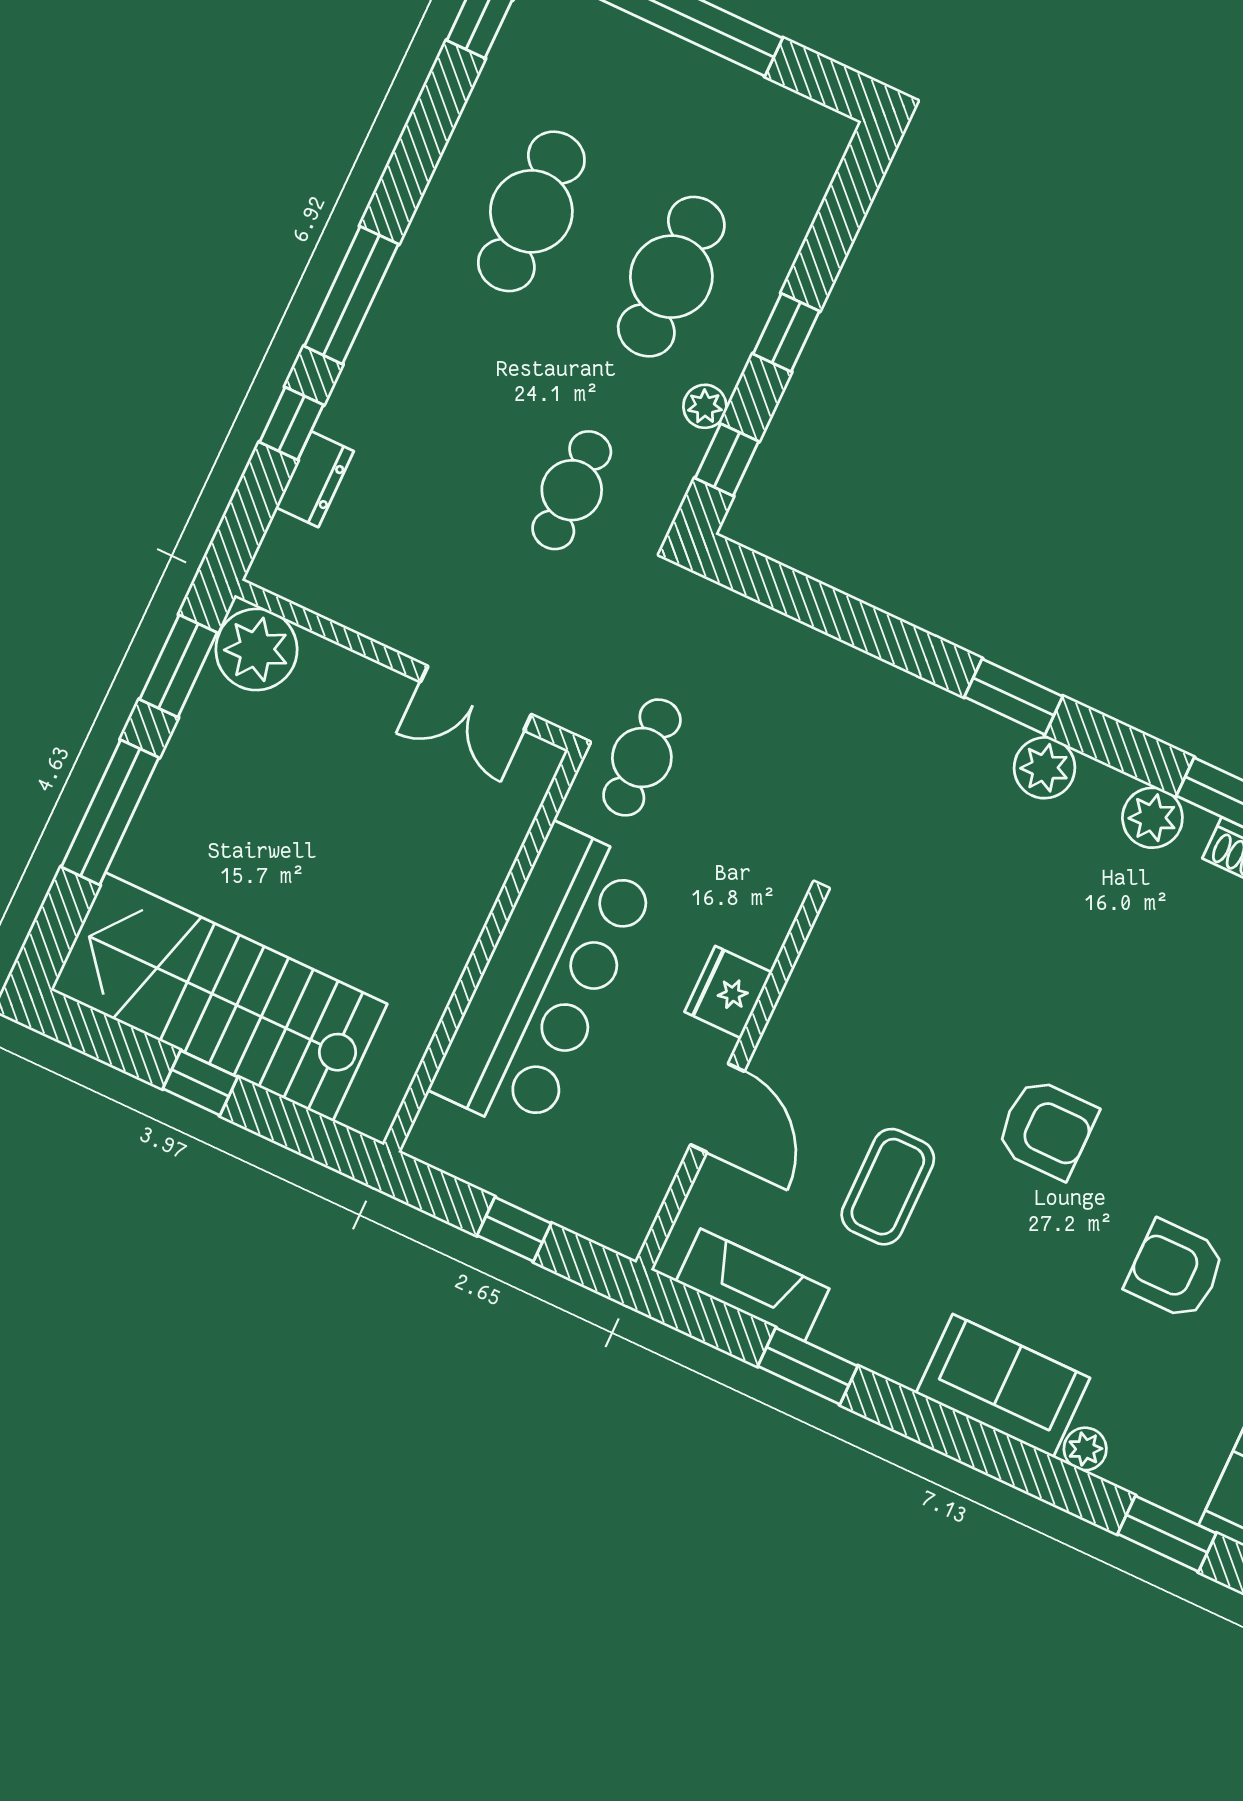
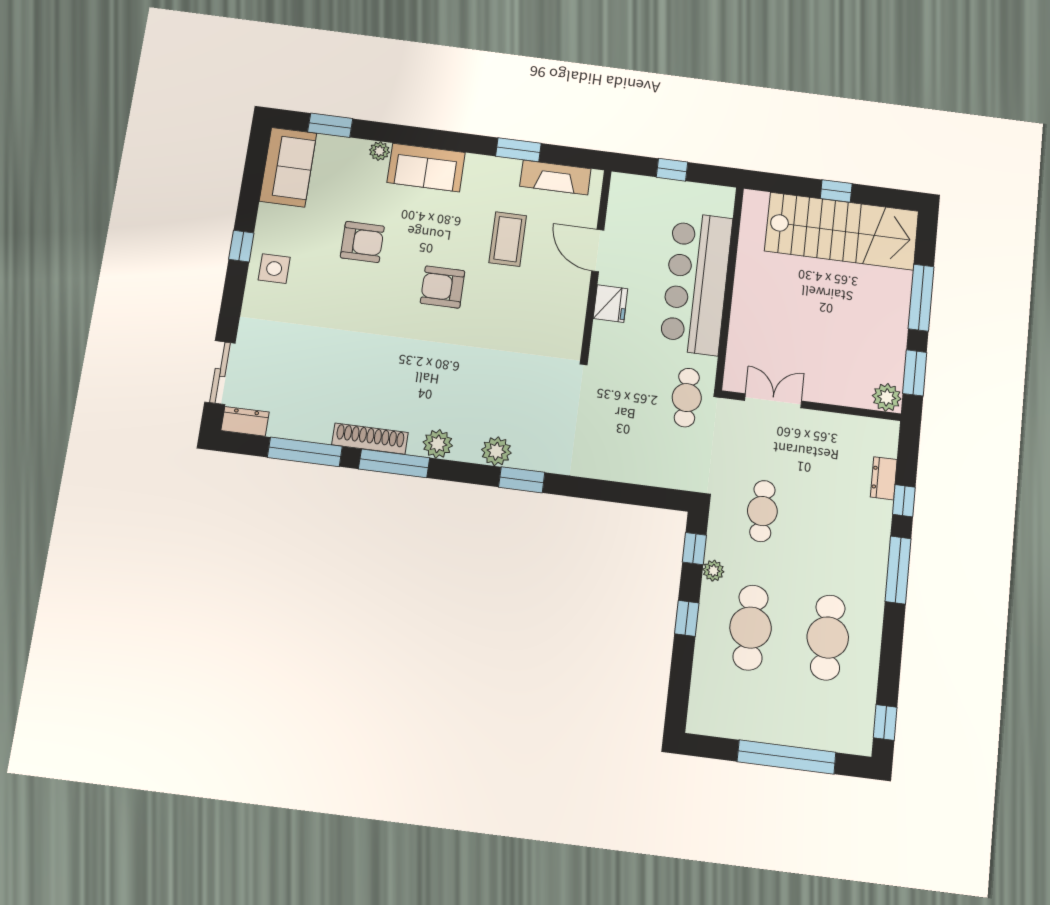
plant: (256, 649) -> (887, 397), width x0.73, depth x0.73

